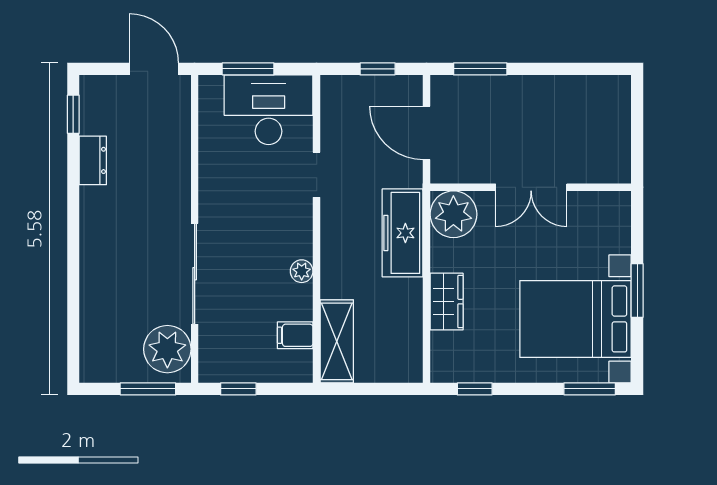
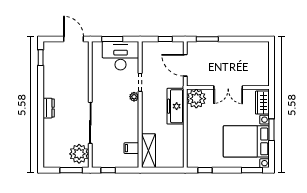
dresser: (93, 160) -> (49, 108), moved
plant: (302, 271) -> (134, 97), moved
wardrobe: (447, 302) -> (262, 103), moved, turned 180

